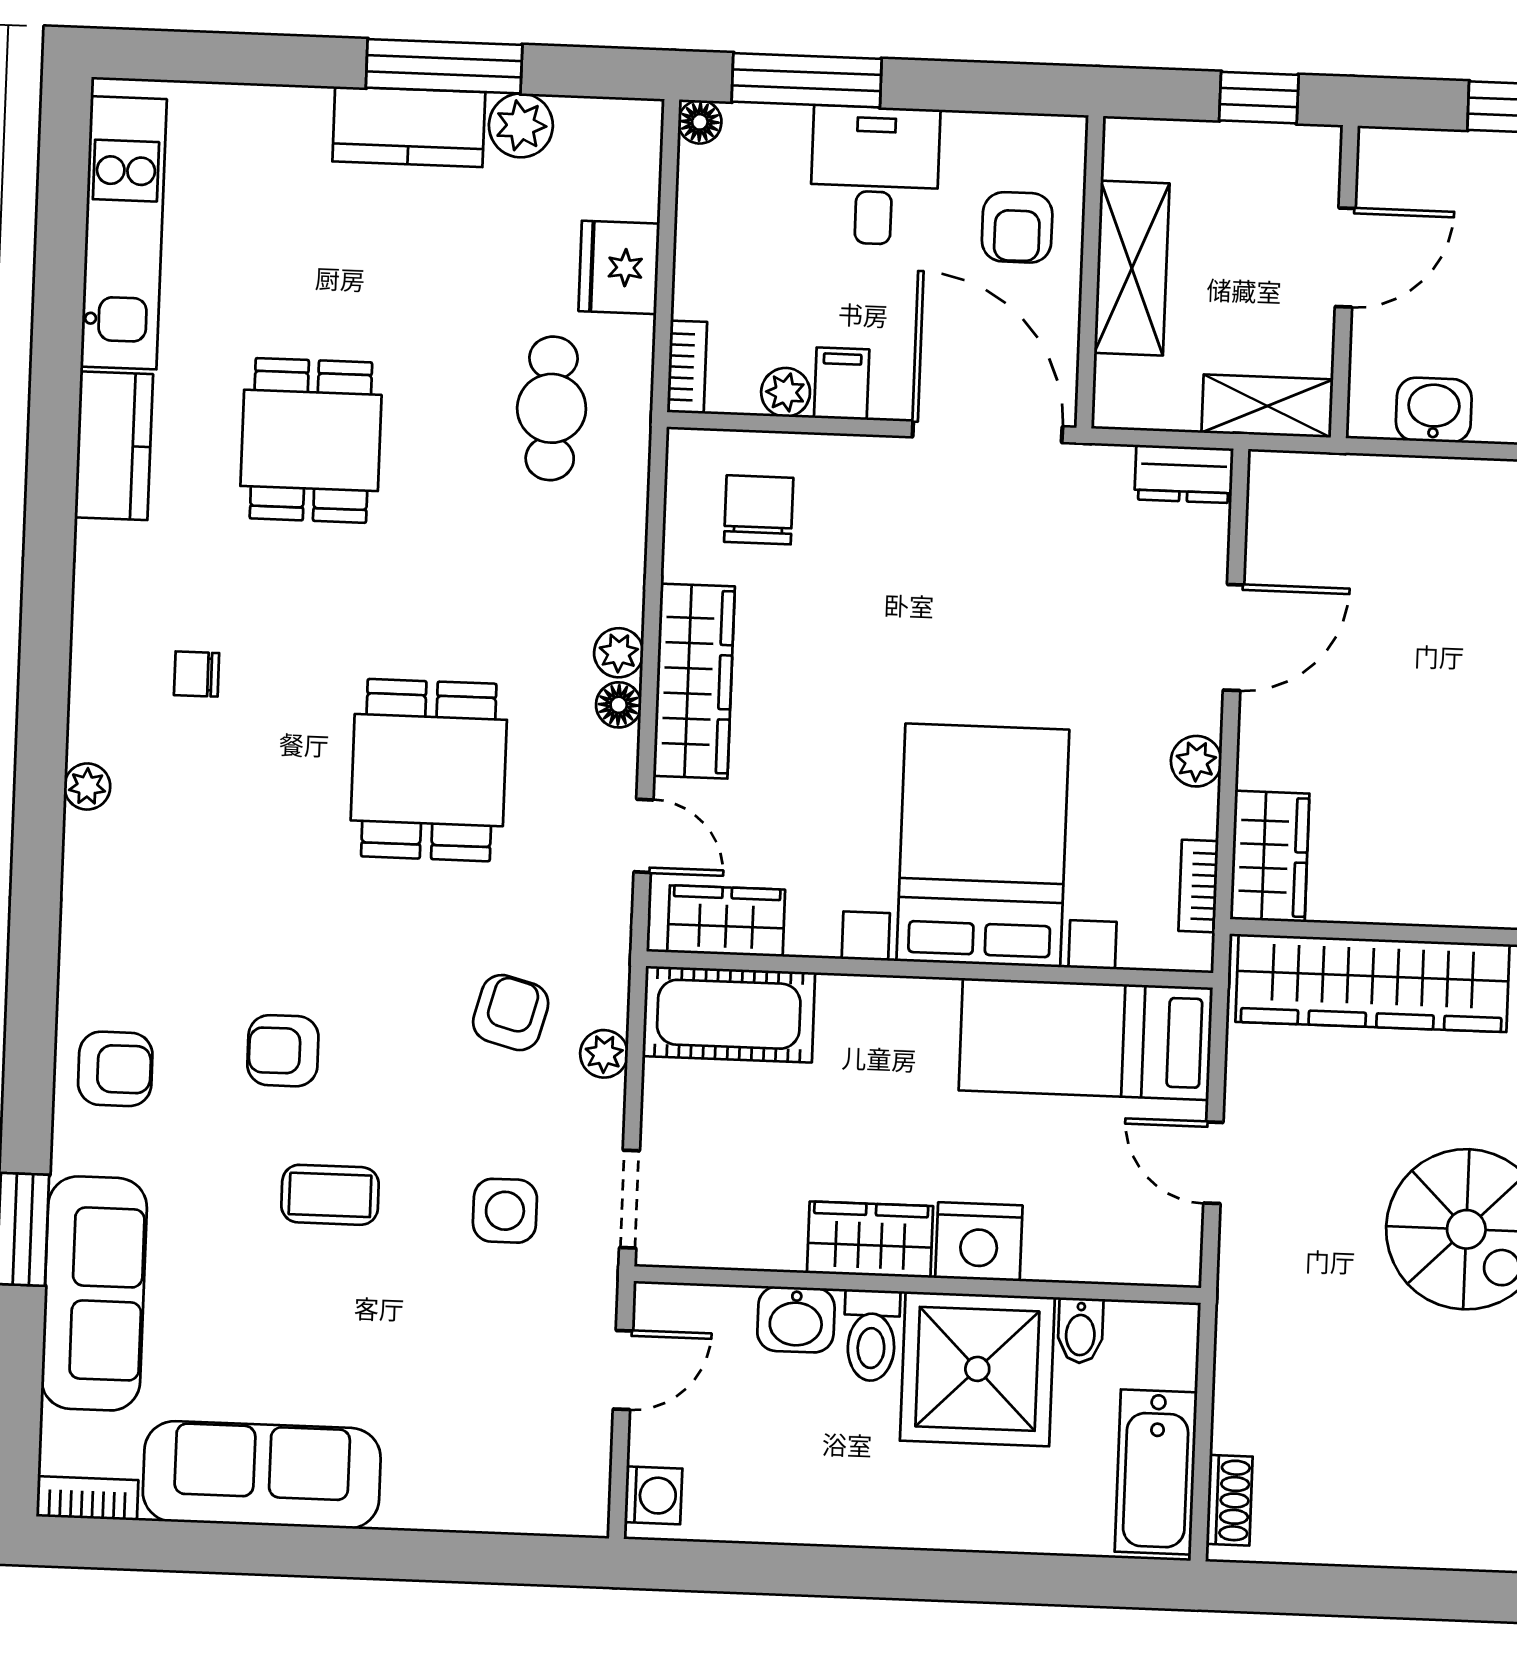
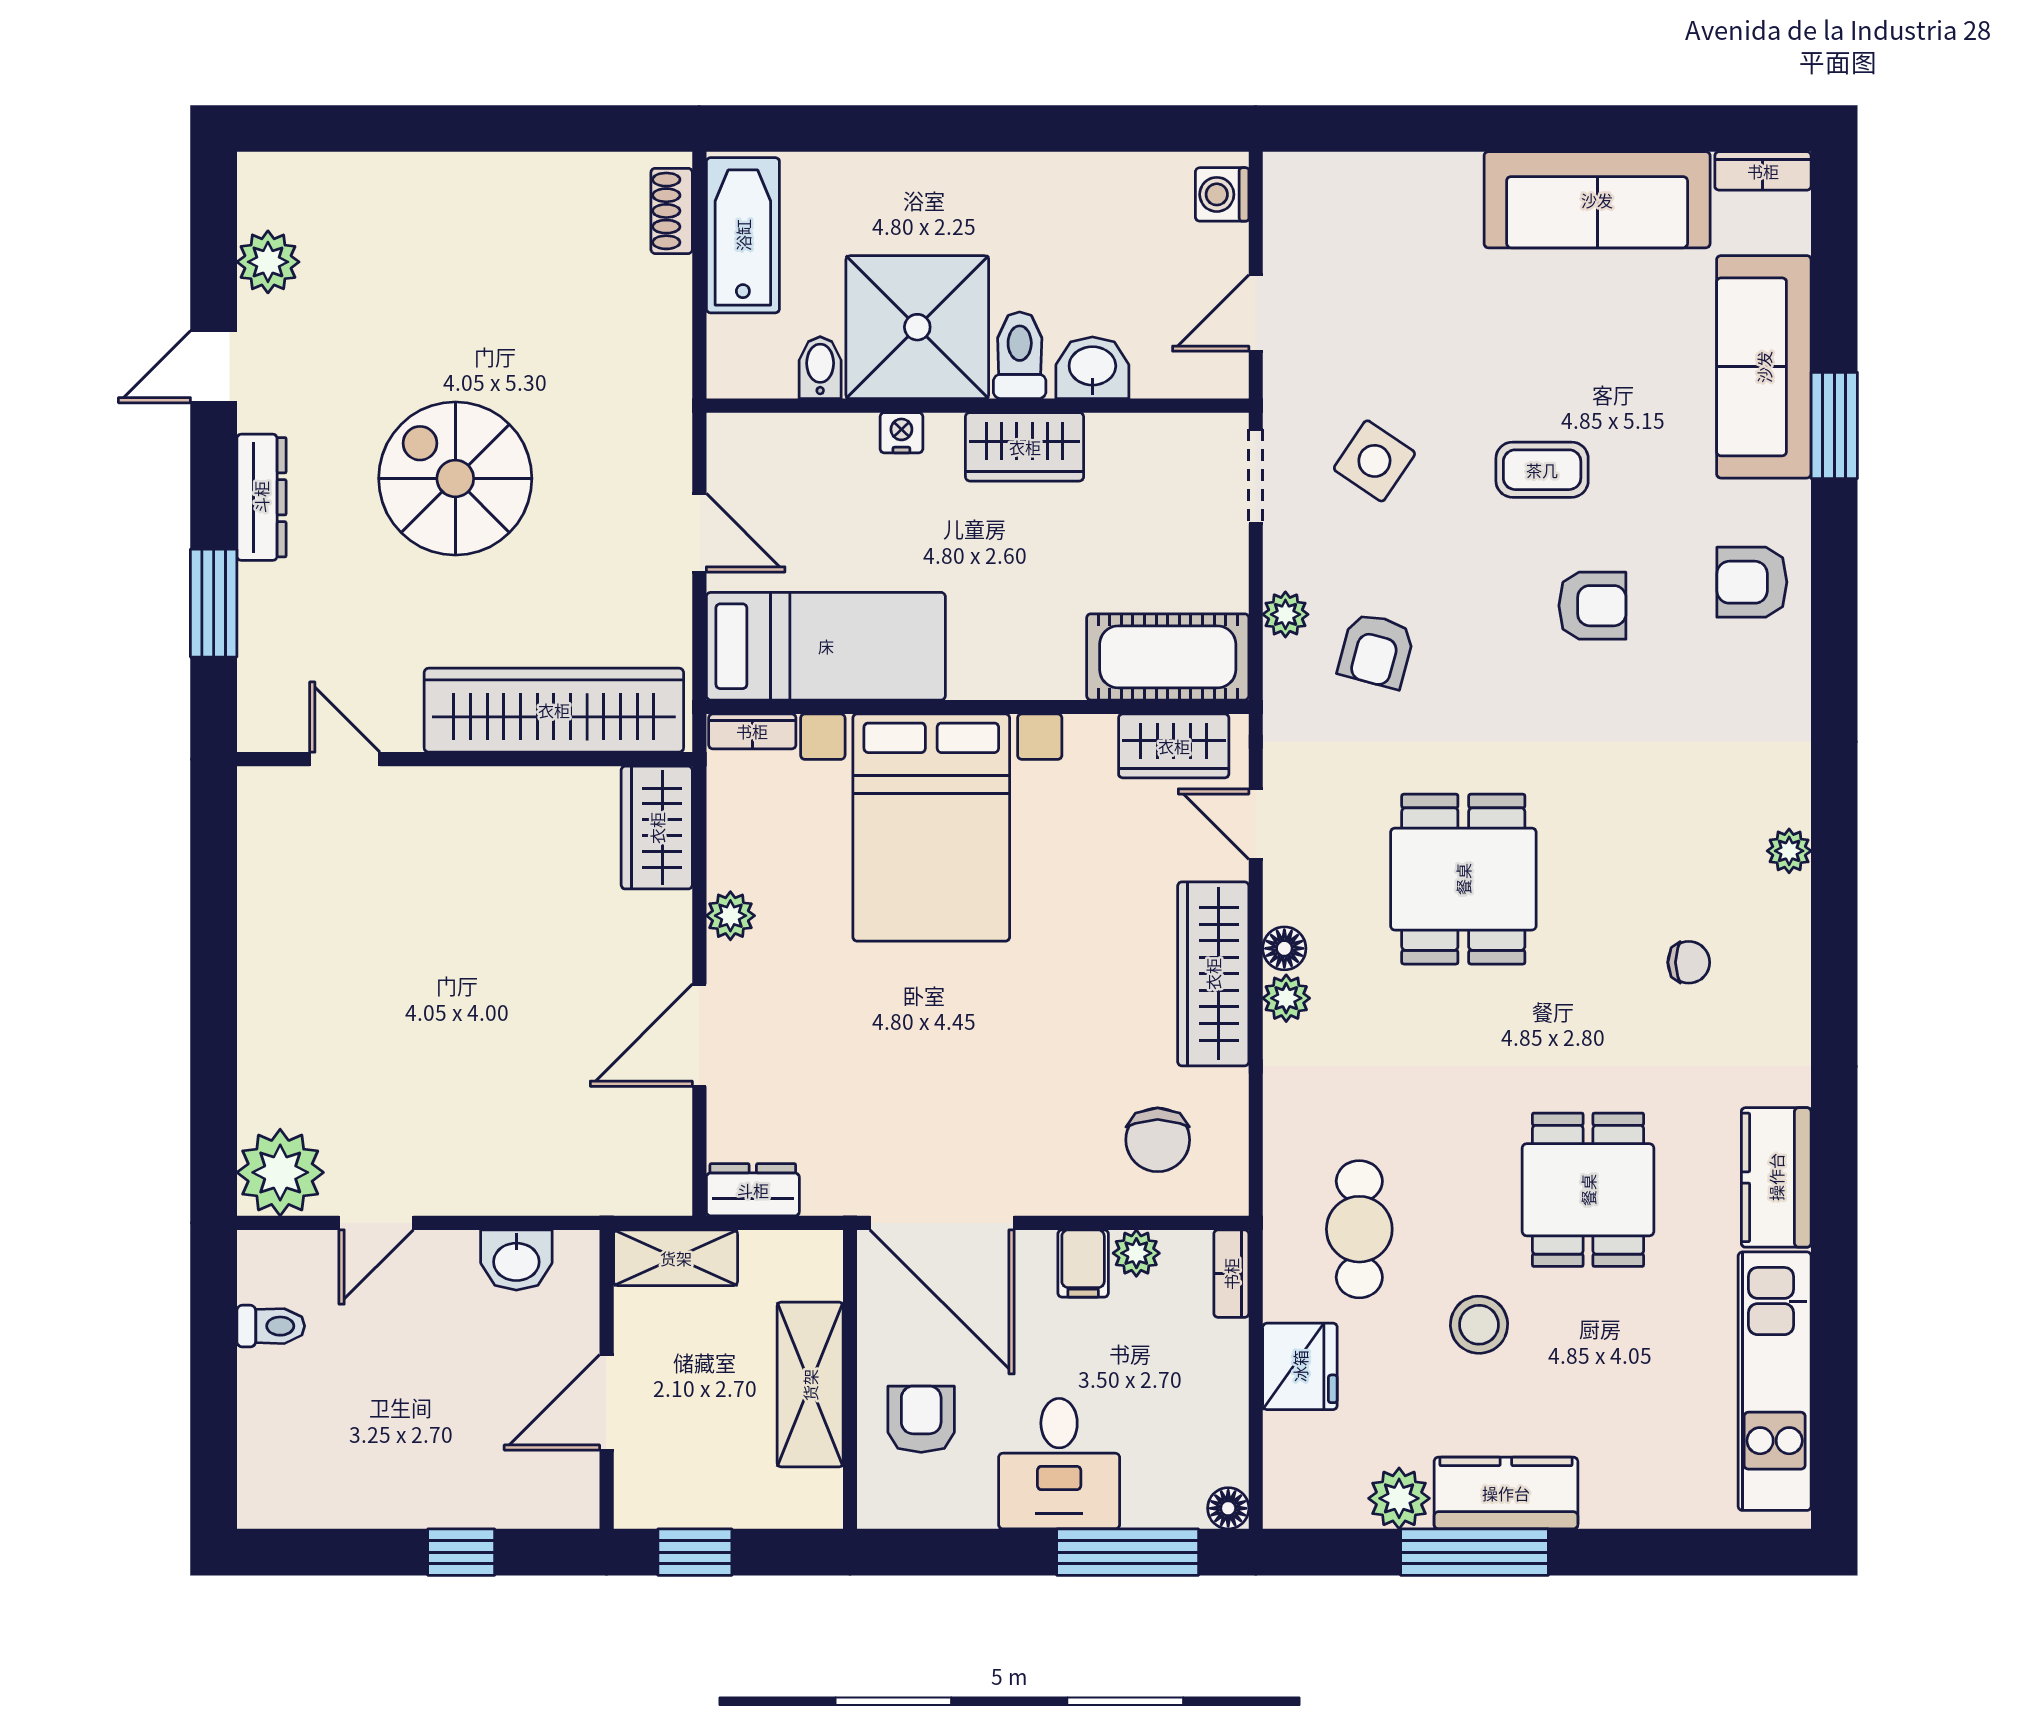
stool: (430, 304) -> (1479, 1325), added
bookcase: (1198, 886) -> (752, 731), moved, turned 90
side table: (505, 1211) -> (1374, 461), turned 34
nightstand: (979, 1242) -> (901, 433), width x0.53, depth x0.56

